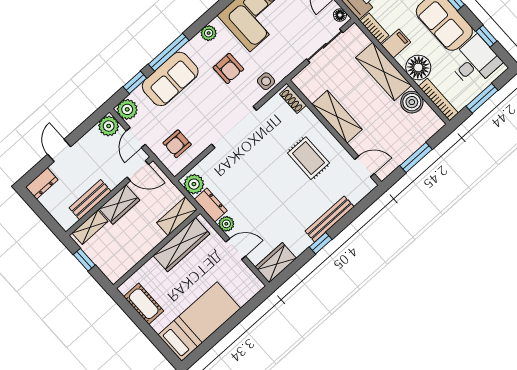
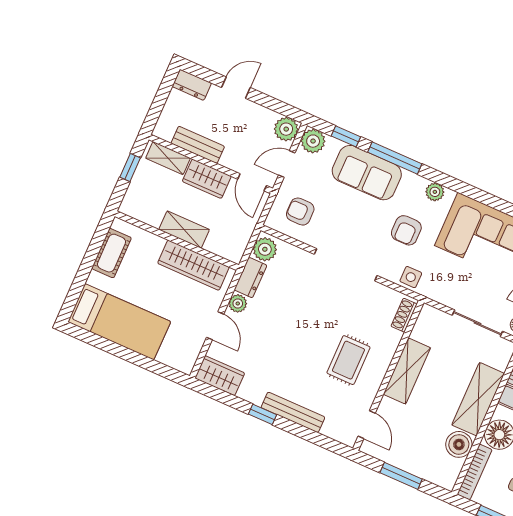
shelving: (177, 216) -> (184, 230), moved

